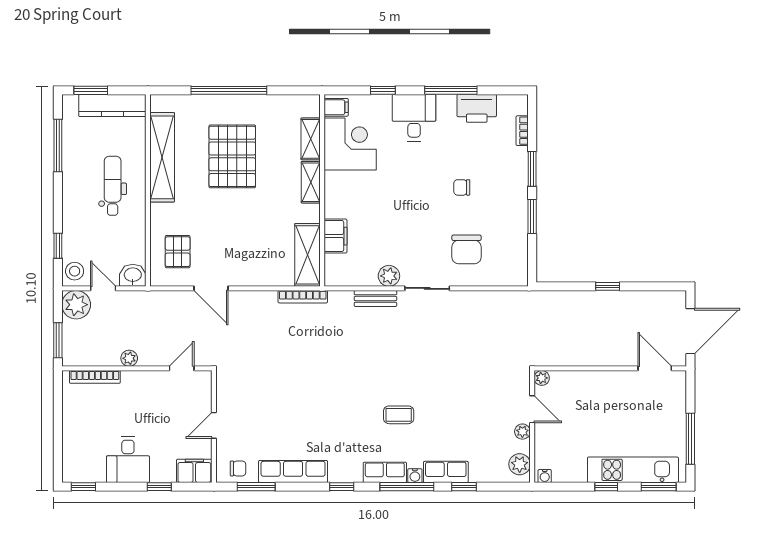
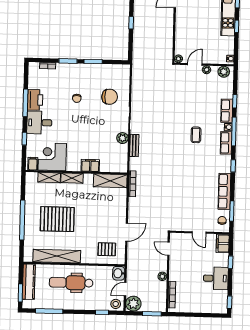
printer: (477, 108) -> (35, 100), moved
dental chair: (113, 186) -> (71, 283), width x1.36, depth x1.38
filing cabinet: (335, 236) -> (90, 165), moved

